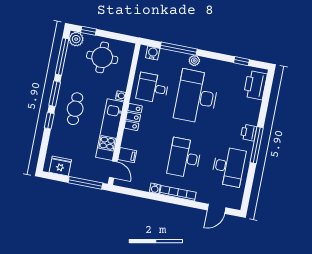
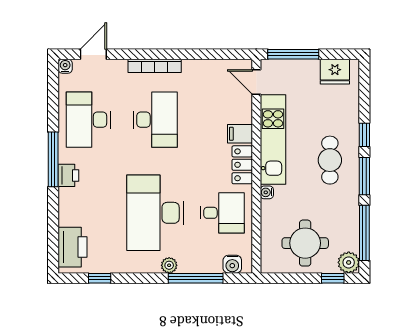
desk: (197, 97) -> (155, 213), turned 180
filing cabinet: (127, 155) -> (240, 134), moved
water cooler: (155, 188) -> (65, 66), moved

